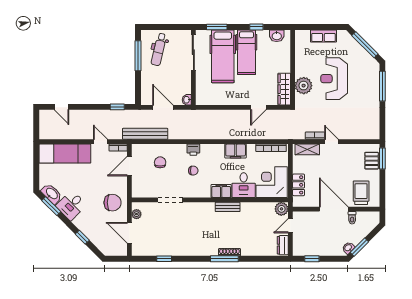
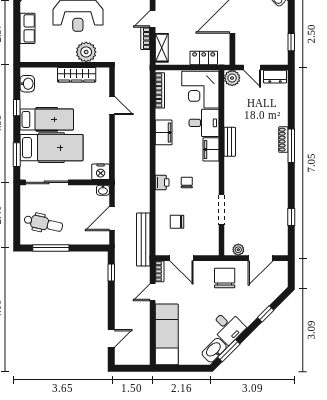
wardrobe: (284, 89) -> (77, 75), moved
nightstand: (202, 98) -> (101, 172), added

